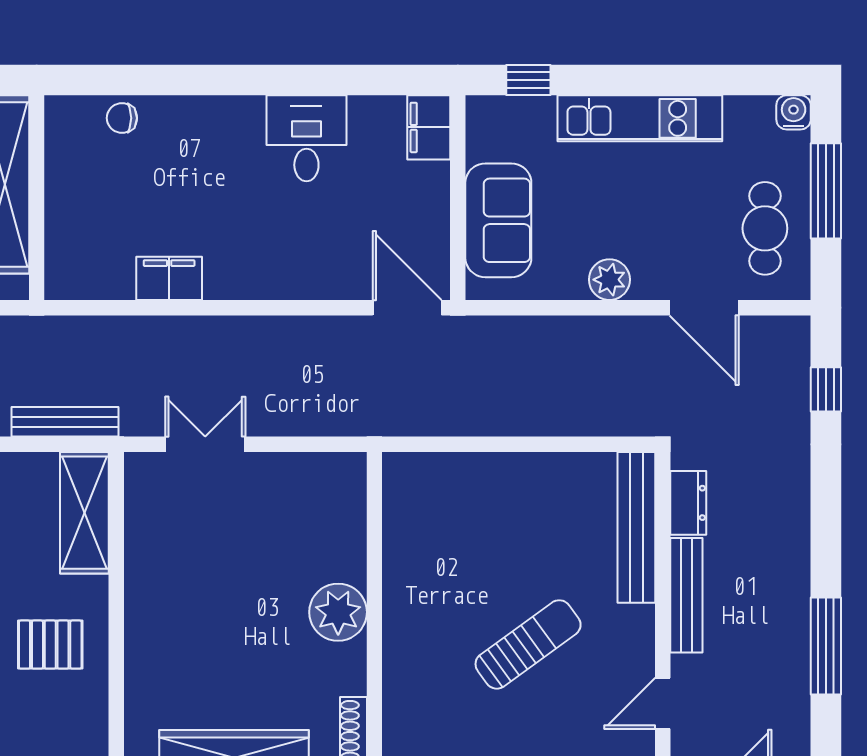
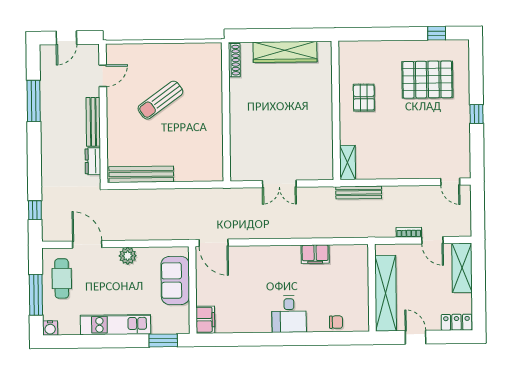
window: (528, 80) -> (163, 340), width x1.50
desk: (306, 138) -> (289, 314), moved
double door: (205, 444) -> (279, 184), moved
shelving: (84, 513) -> (347, 163), width x0.67, depth x0.75
bench: (636, 527) -> (141, 174), moved, turned 90
plant: (338, 612) -> (241, 113), removed
pallet: (50, 645) -> (364, 98), turned 90

